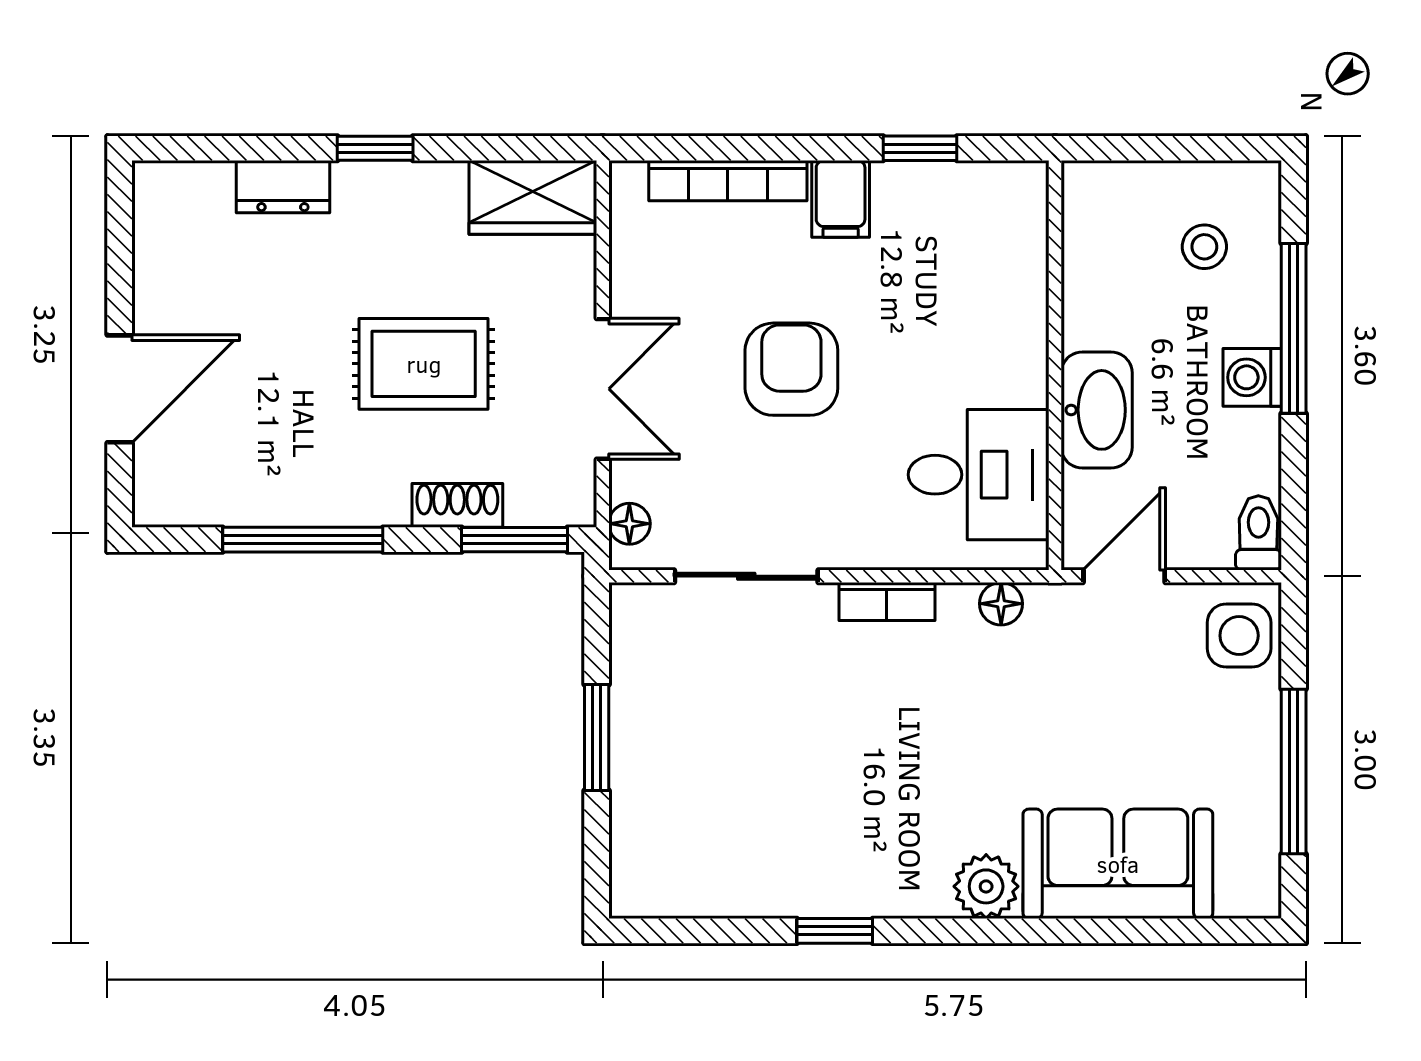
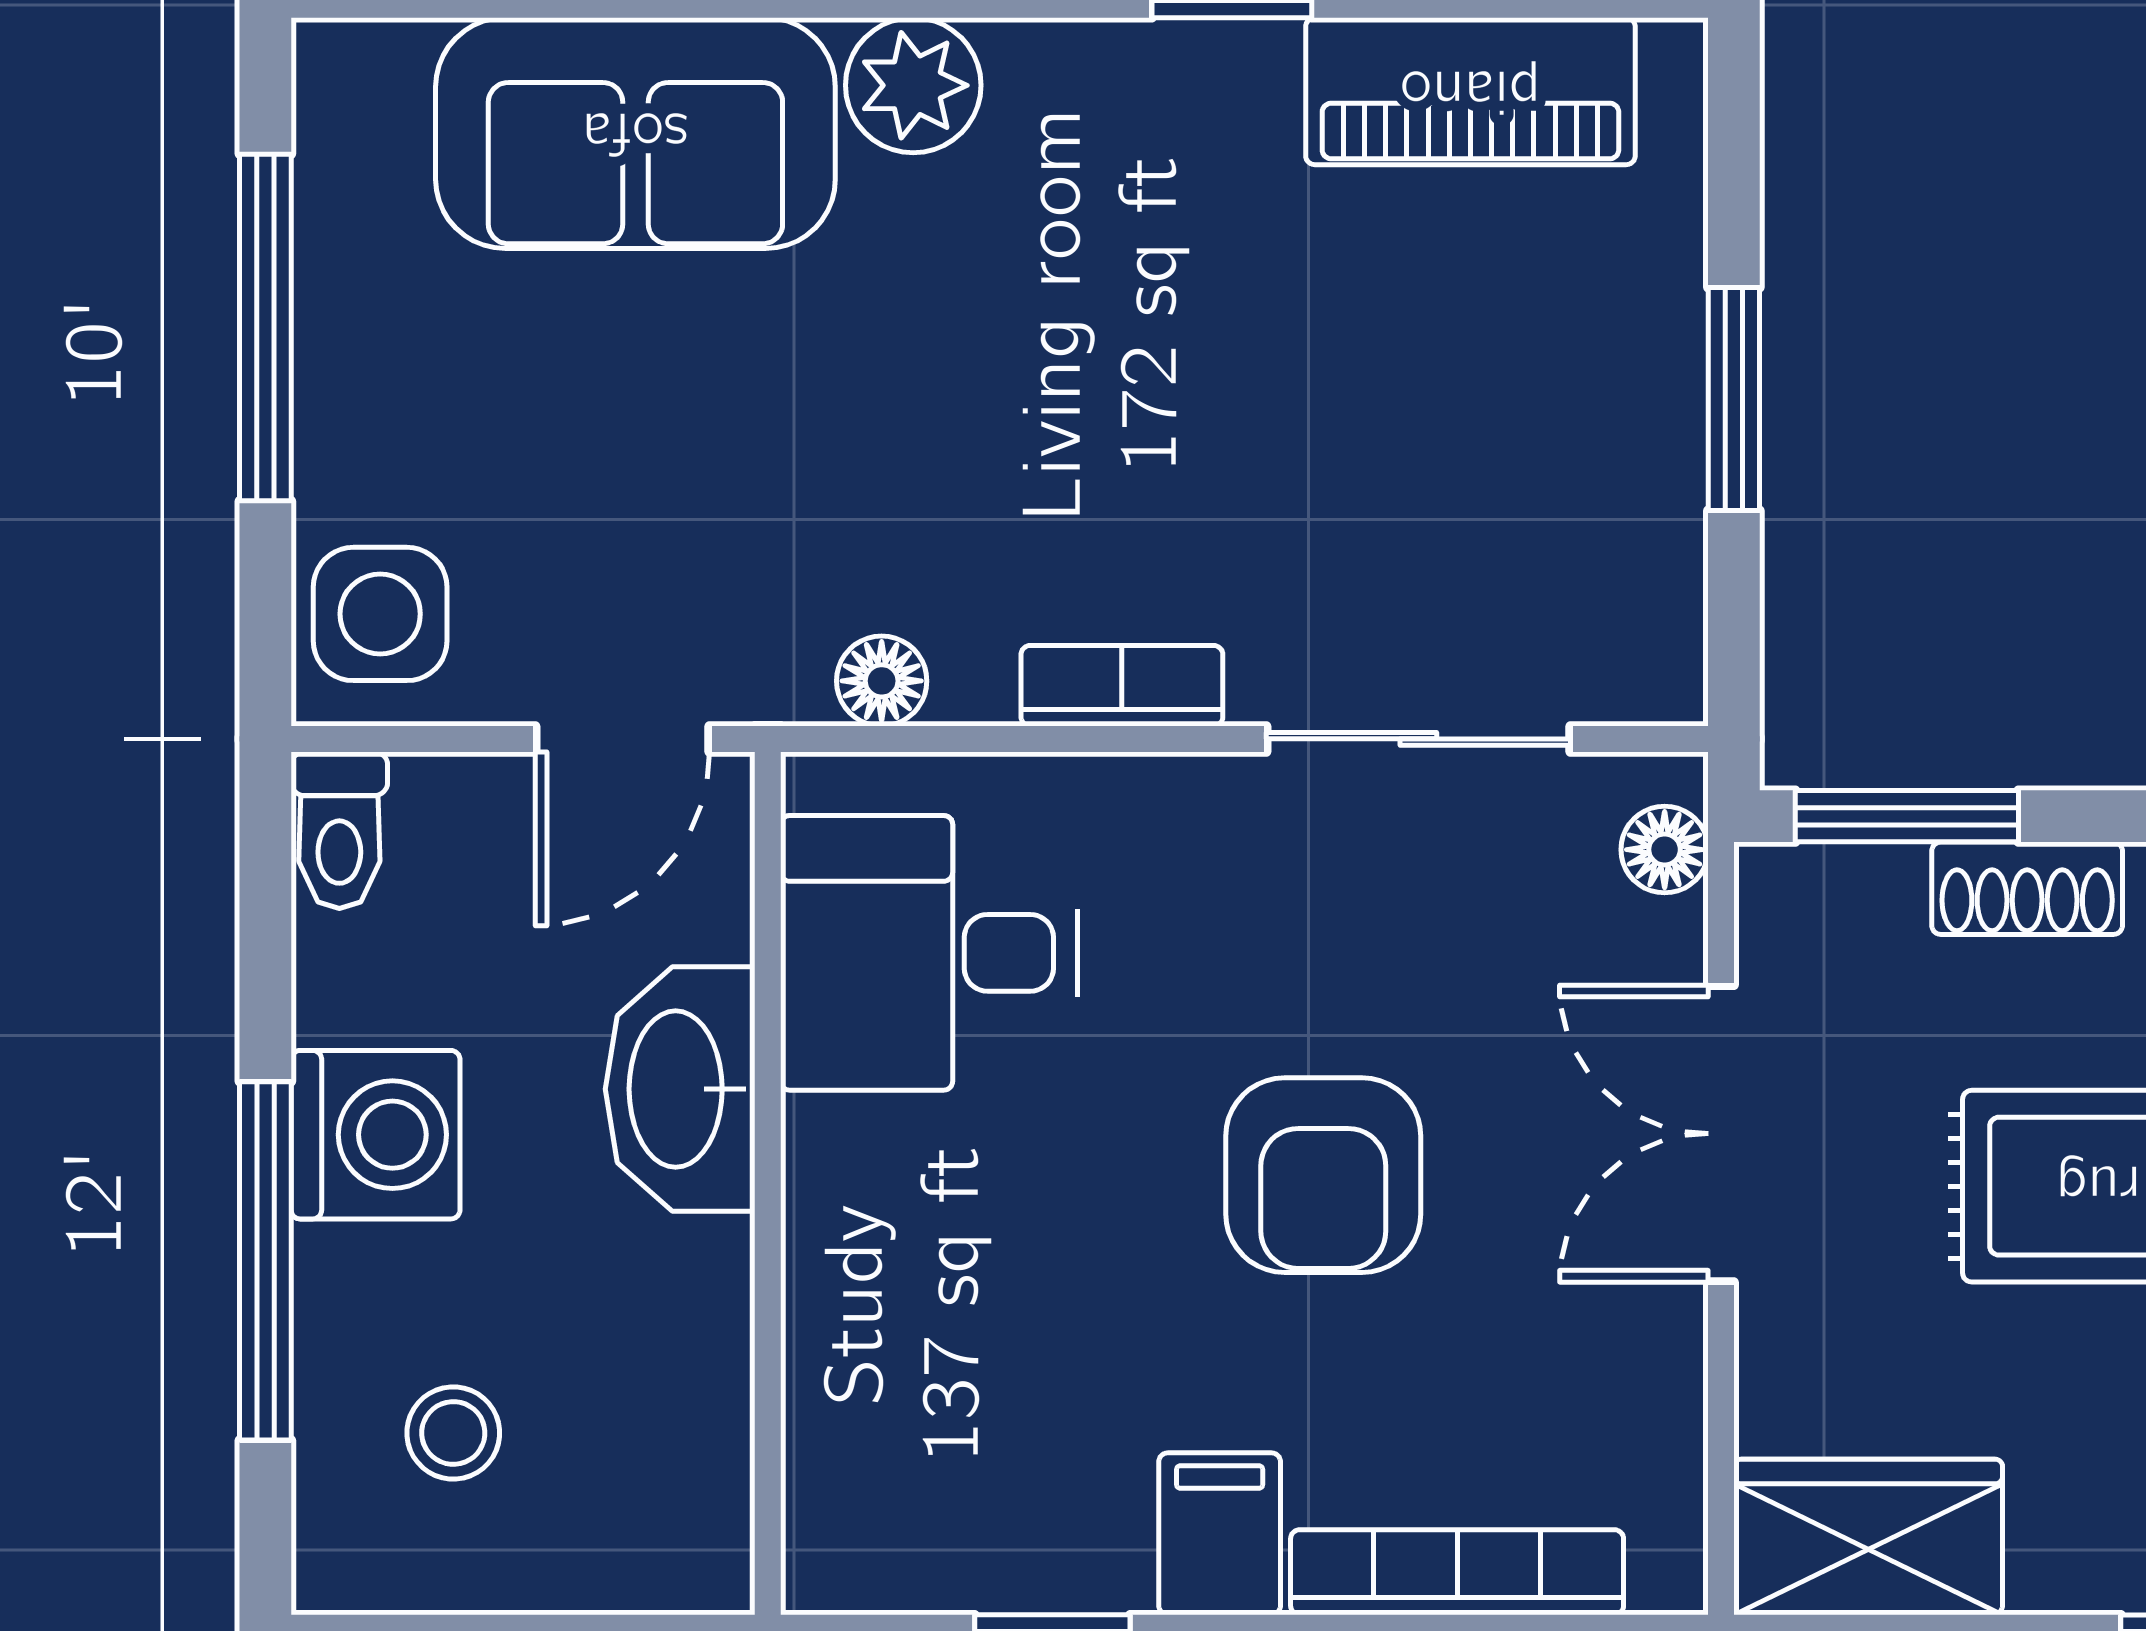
washing machine: (1252, 377) -> (376, 1135), width x1.38, depth x1.38
piano: (722, 884) -> (1470, 91), added

